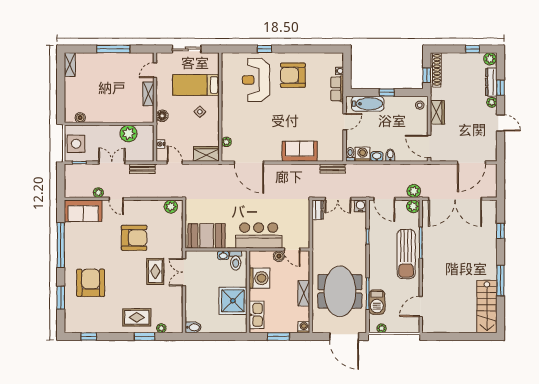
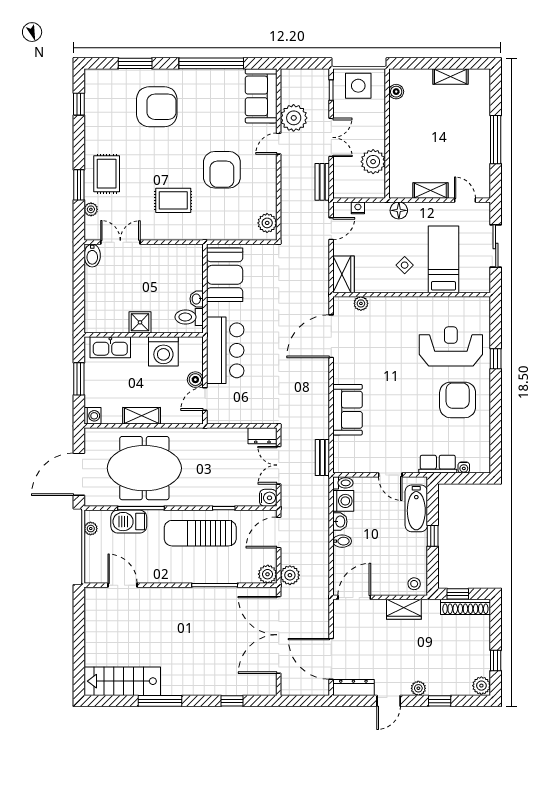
shelving: (70, 65) -> (450, 77), moved
dresser: (491, 82) -> (353, 687), moved
plant: (98, 193) -> (294, 118), width x1.87, depth x1.87
sun lounger: (406, 254) -> (200, 533), moved
double door: (184, 272) -> (120, 242), moved
shower: (233, 301) -> (140, 322), width x0.54, depth x0.54

